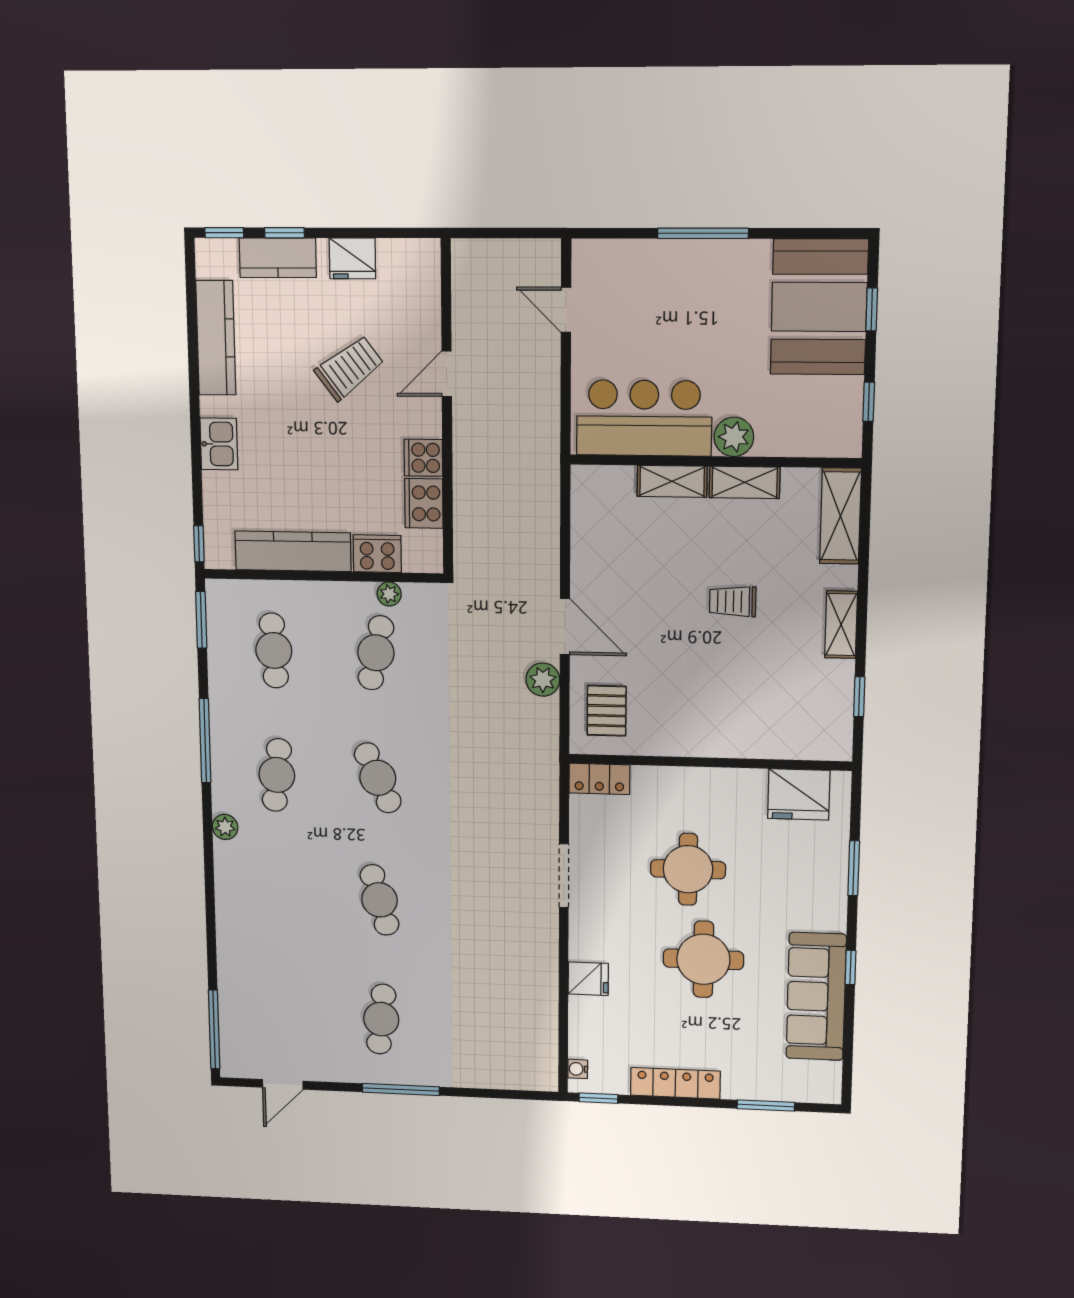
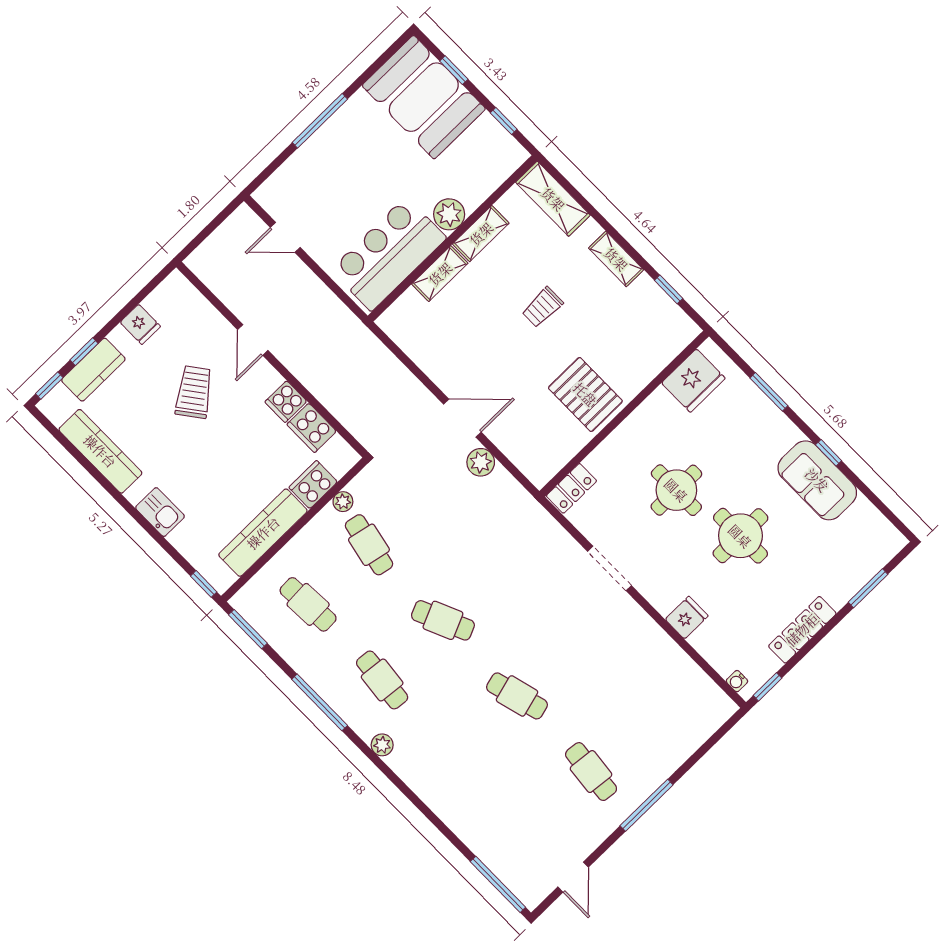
fridge: (352, 258) -> (140, 324), width x0.72
pallet: (607, 711) -> (585, 394), moved, width x1.50, depth x1.42
sofa: (816, 997) -> (817, 480), width x0.73

